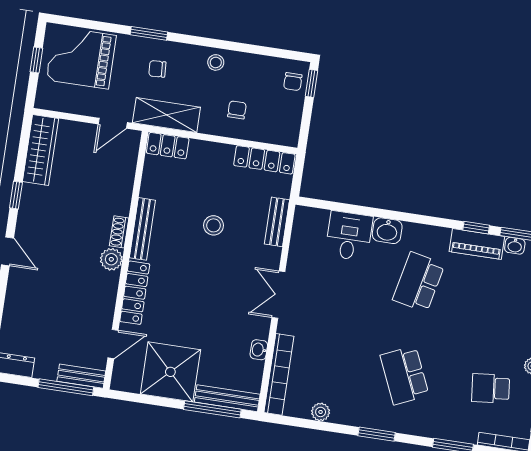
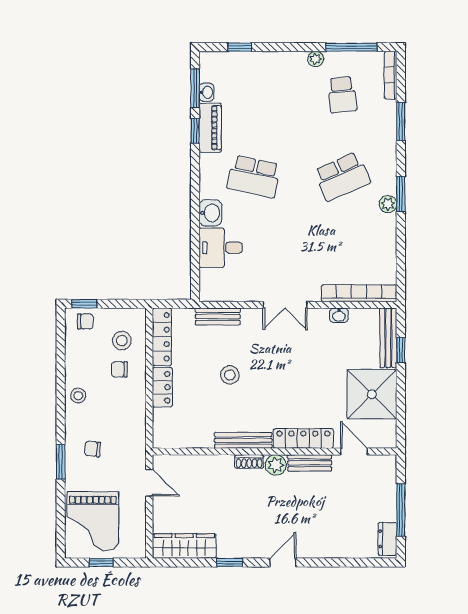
chair: (157, 69) -> (92, 449), turned 98
shelving: (166, 115) -> (134, 434), removed
stool: (267, 117) -> (122, 341), added
locker: (168, 146) -> (162, 387), moved
bench: (81, 376) -> (310, 463), moved, turned 90
window: (66, 387) -> (401, 510), moved
window: (212, 409) -> (401, 350), width x0.46
plant: (321, 412) -> (388, 204), moved

